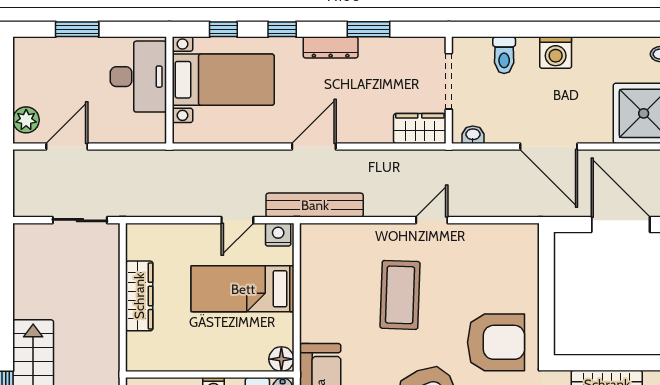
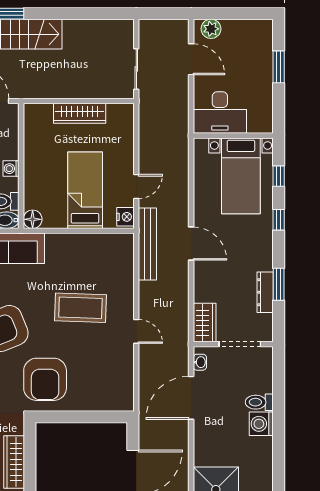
dresser: (331, 47) -> (265, 292), moved
toilet: (504, 55) -> (259, 402), moved
desk: (138, 77) -> (220, 113), moved
door: (549, 147) -> (191, 398), moved
door: (237, 220) -> (136, 186), swing flipped

